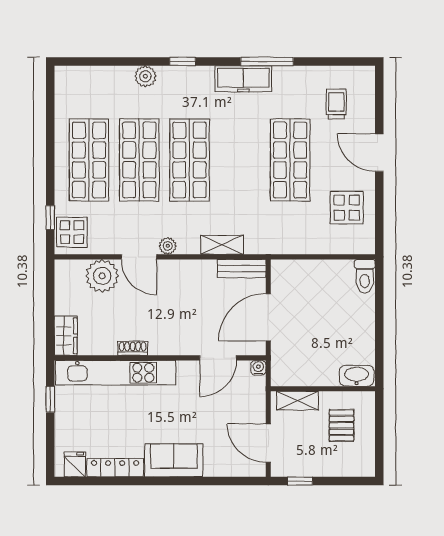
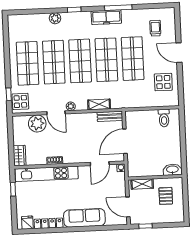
shop shelf: (240, 160) -> (106, 60), added
toilet: (365, 276) -> (164, 118), moved
sofa: (174, 460) -> (84, 218), width x1.36

